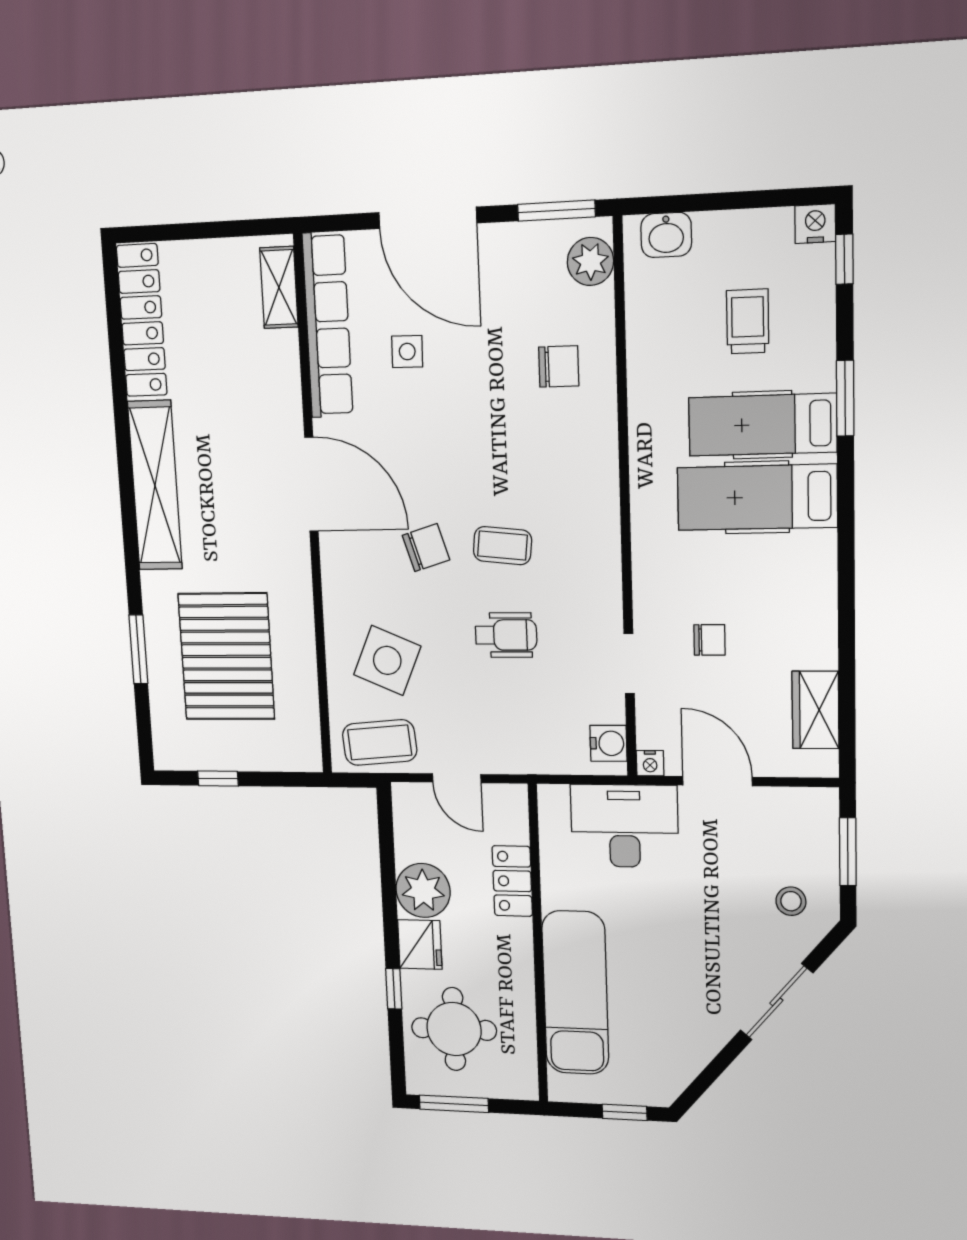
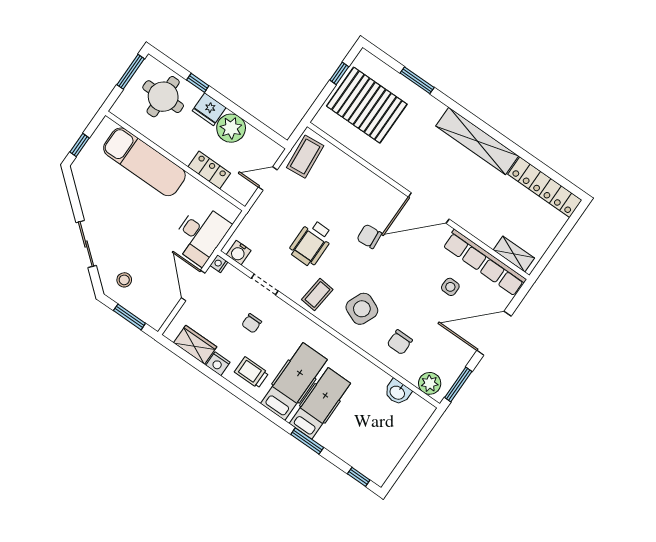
nightstand: (815, 224) -> (218, 364), moved, turned 90
washbasin: (666, 235) -> (398, 392), moved, turned -90
trolley: (748, 321) -> (252, 372), moved, turned 180
coffee table: (502, 546) -> (317, 295), moved
chair: (426, 548) -> (369, 236), turned 102
wheelchair: (506, 635) -> (311, 243), width x1.36, depth x1.37
pallet: (226, 656) -> (367, 105), moved
side table: (387, 660) -> (362, 309), moved
door: (717, 781) -> (193, 286), swing flipped

